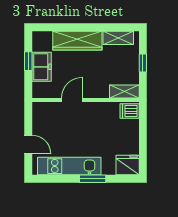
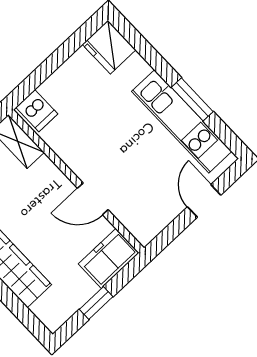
freezer: (42, 67) -> (109, 258), moved
window: (93, 179) -> (192, 99), moved

